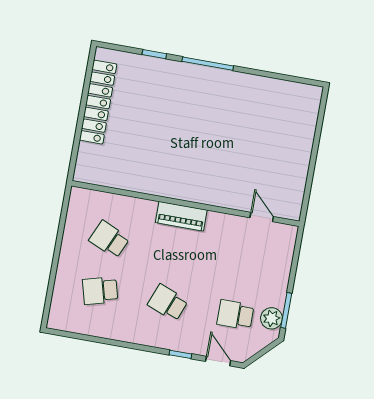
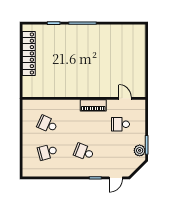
piano: (181, 216) -> (93, 105), moved
school desk: (235, 315) -> (120, 124), moved
door: (218, 361) -> (116, 178), swing flipped

